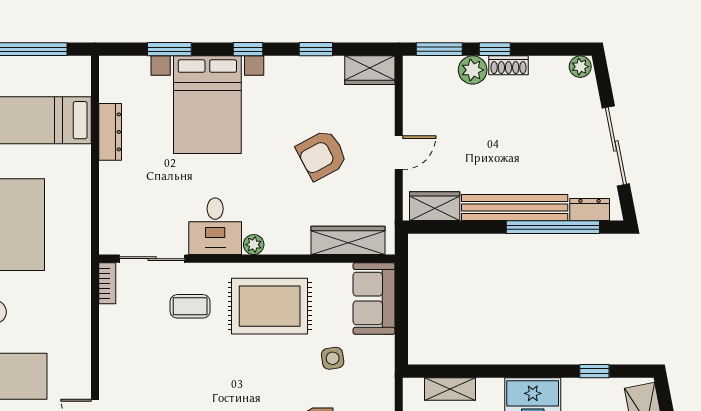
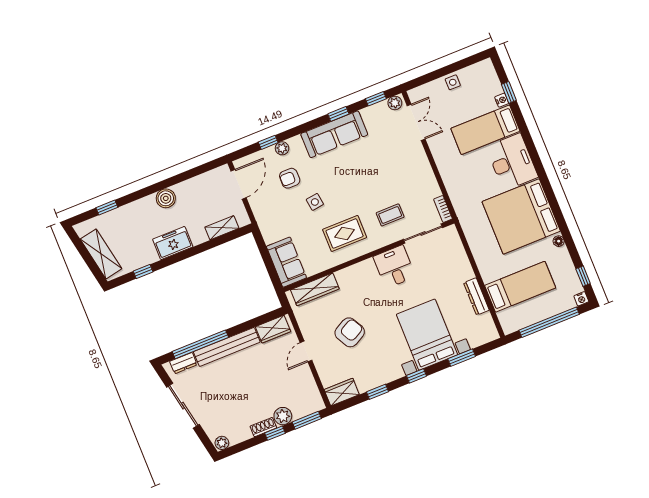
plant: (254, 245) -> (368, 265), removed
rug: (270, 306) -> (345, 233), width x0.73, depth x0.70
side table: (333, 358) -> (315, 202), moved

